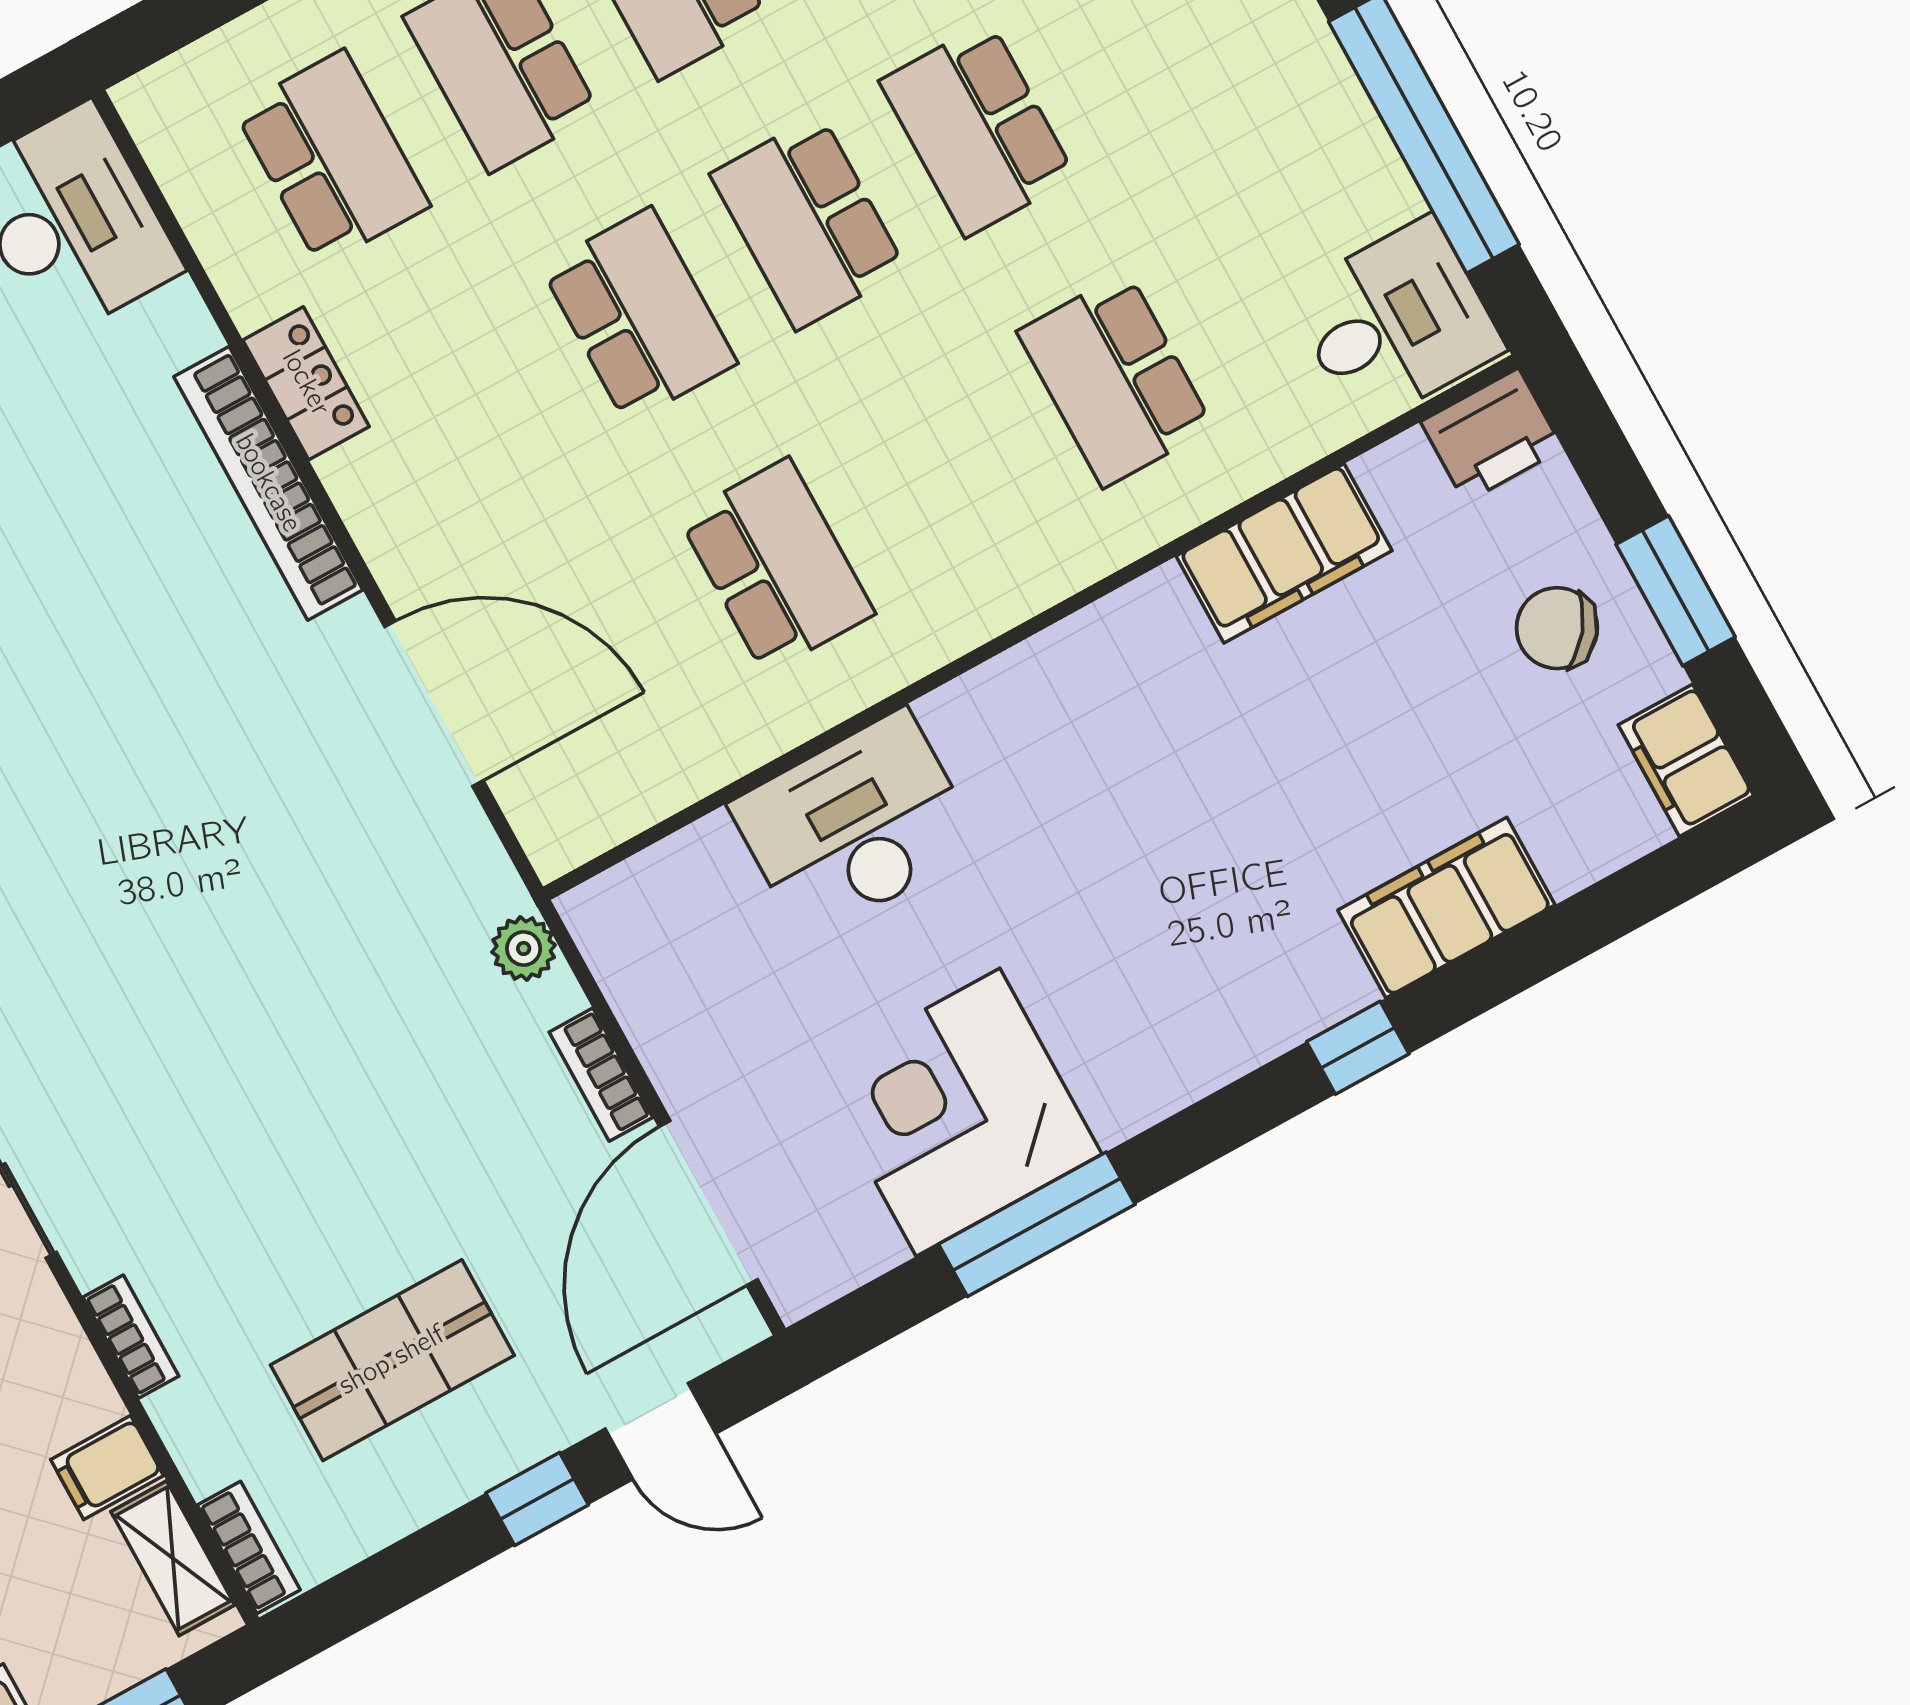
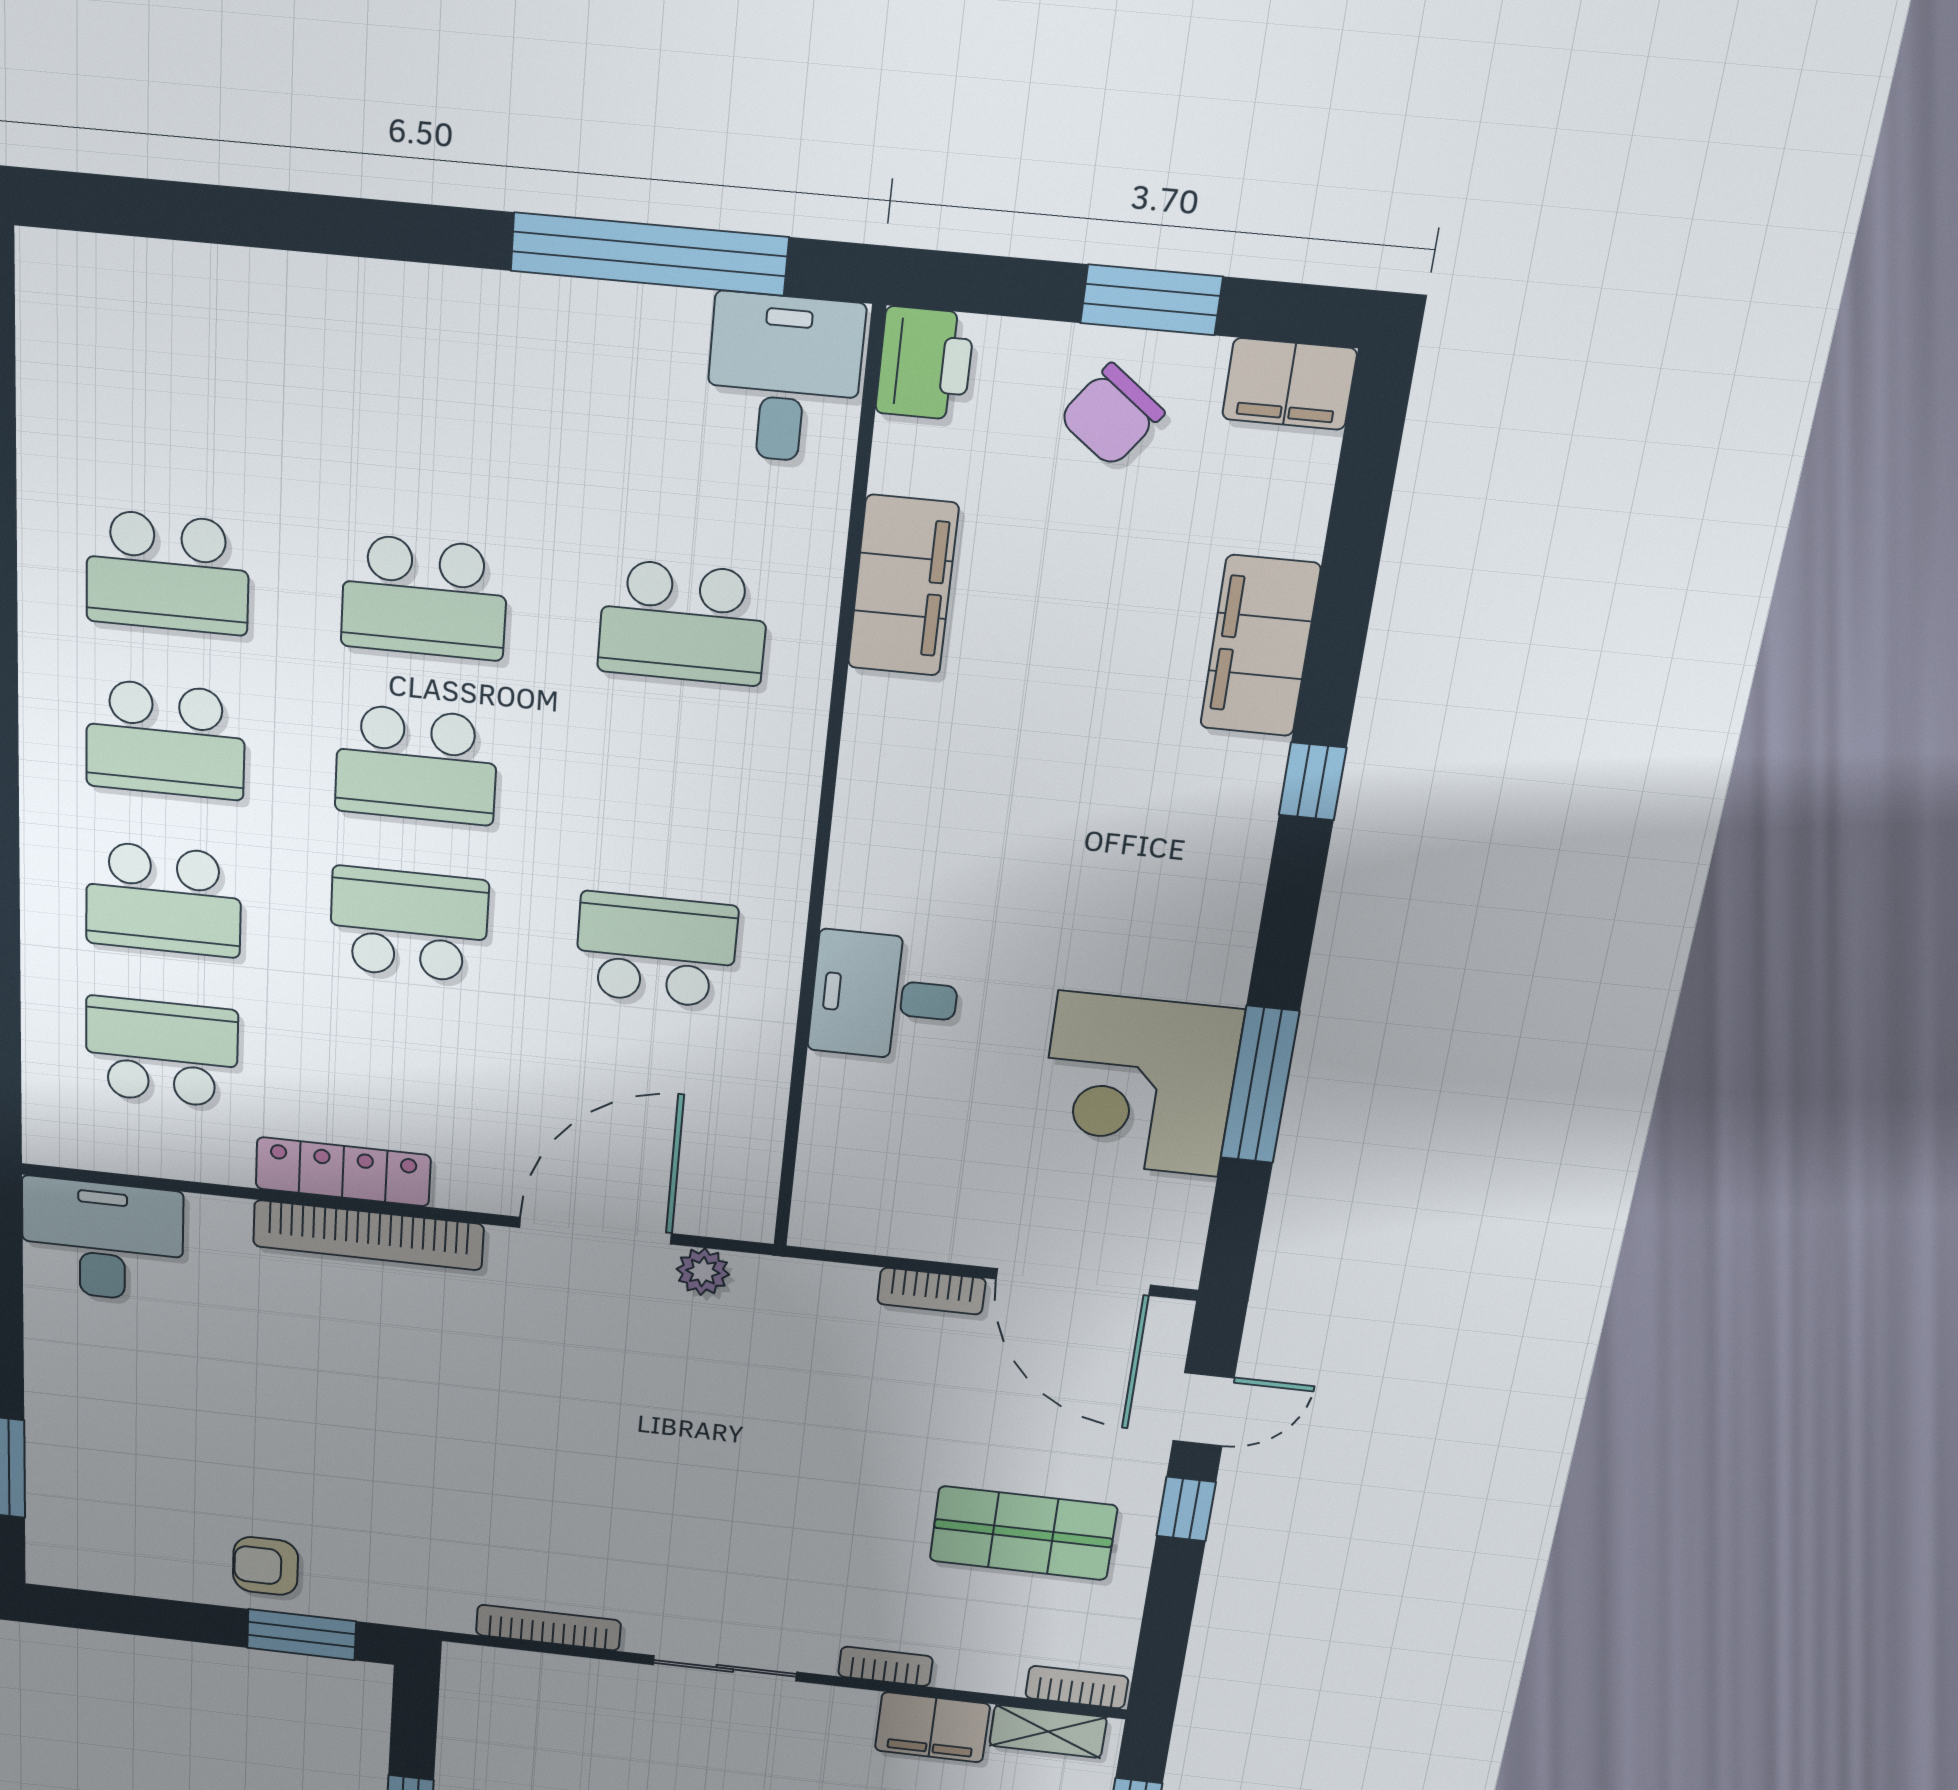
locker: (306, 383) -> (343, 1172), width x1.53
desk: (855, 825) -> (885, 996), width x0.73
plant: (524, 948) -> (703, 1272), moved
shop shelf: (392, 1360) -> (1023, 1533), turned 90
filing cabinet: (107, 1468) -> (932, 1727), width x2.00

